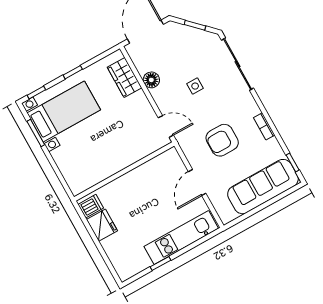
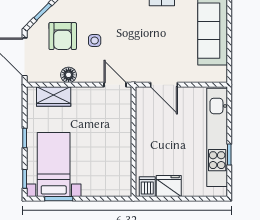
door: (166, 126) -> (115, 85), hinge flipped
armchair: (222, 140) -> (63, 36), moved
door: (197, 182) -> (164, 85), moved
kitchen unit: (181, 238) -> (217, 137), width x1.36

